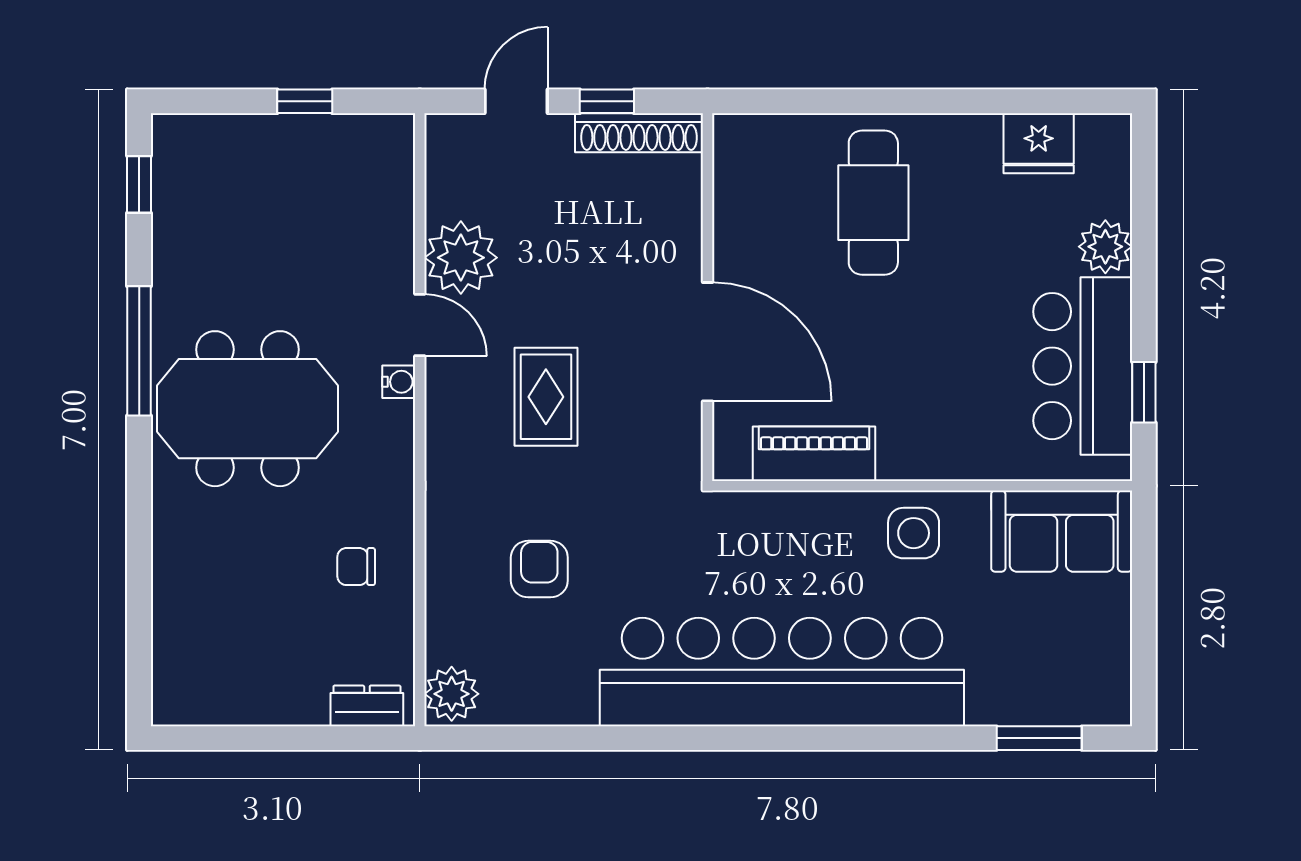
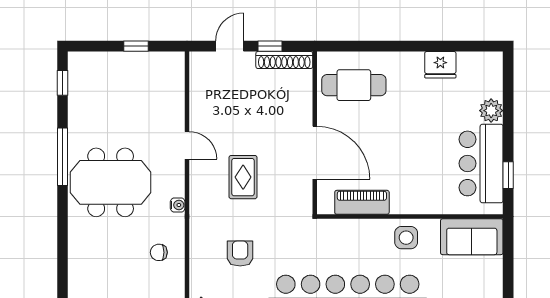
fridge: (1039, 143) -> (440, 65), moved
cafe table: (873, 203) -> (354, 85), moved, turned 90
plant: (461, 258) -> (205, 115), removed
water cooler: (399, 382) -> (178, 205), moved

